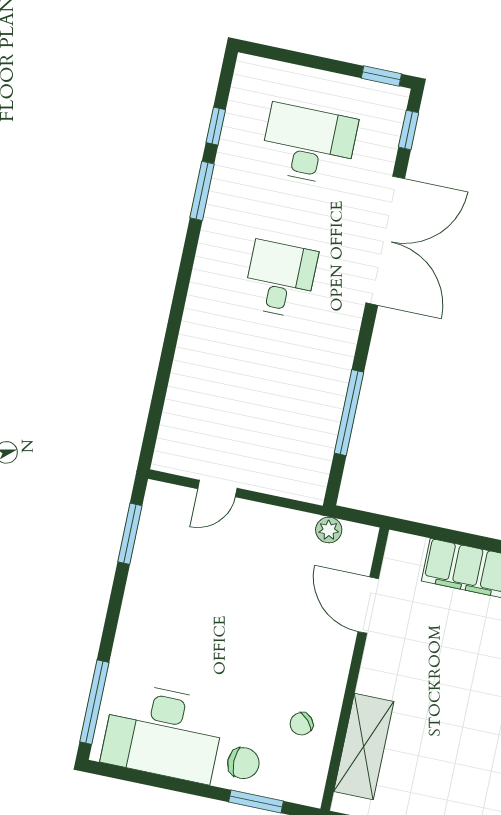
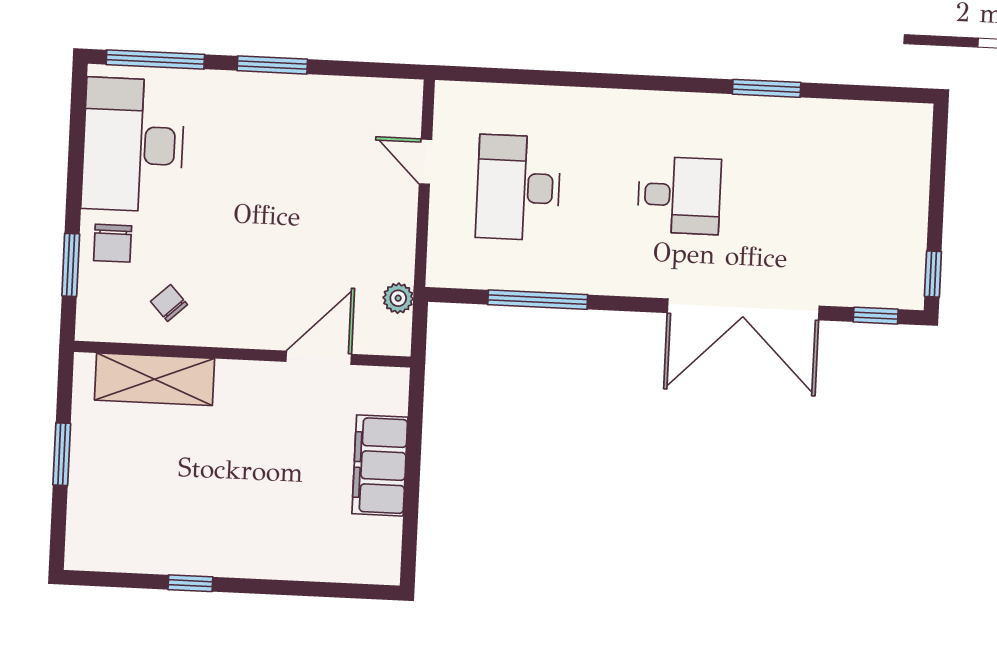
window: (216, 126) -> (844, 92), removed
desk: (309, 144) -> (518, 188), moved, turned 180
window: (130, 534) -> (272, 65), moved

